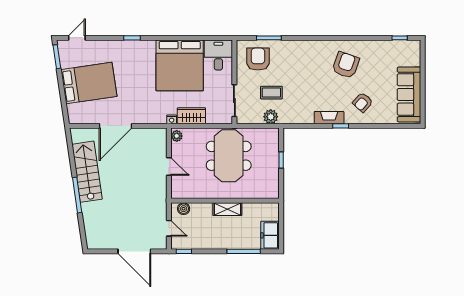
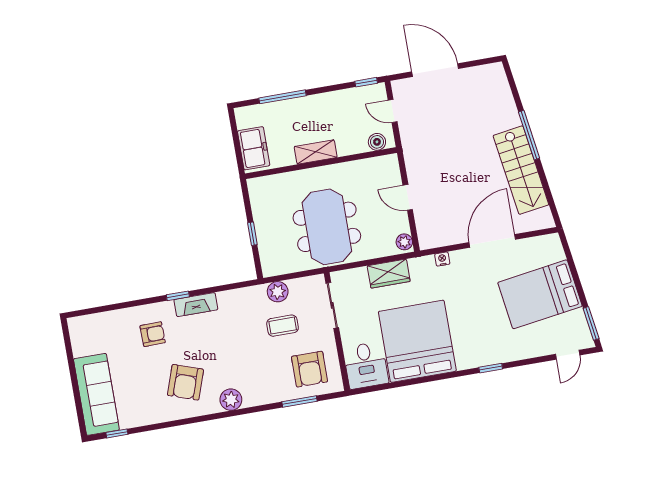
plant: (316, 47) -> (231, 400), added
sofa: (409, 94) -> (96, 394), moved
armchair: (363, 102) -> (153, 334), turned 47
nightstand: (172, 119) -> (442, 259), moved
freezer: (270, 235) -> (254, 148), moved

